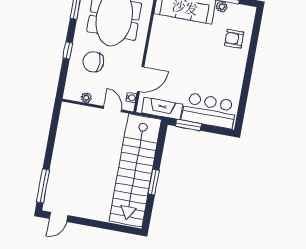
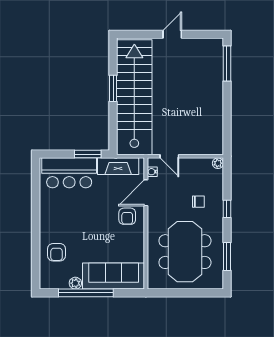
armchair: (234, 39) -> (57, 252), turned 90
armchair: (162, 60) -> (127, 216), added
chair: (93, 62) -> (198, 202), width x0.54, depth x0.54
plant: (86, 98) -> (218, 163), moved
door: (58, 217) -> (172, 34), moved

